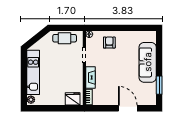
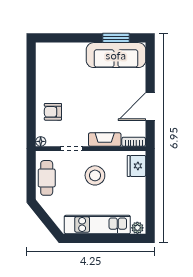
sofa: (148, 62) -> (116, 55), moved
stool: (66, 71) -> (95, 175), added
door: (128, 108) -> (150, 107), moved

